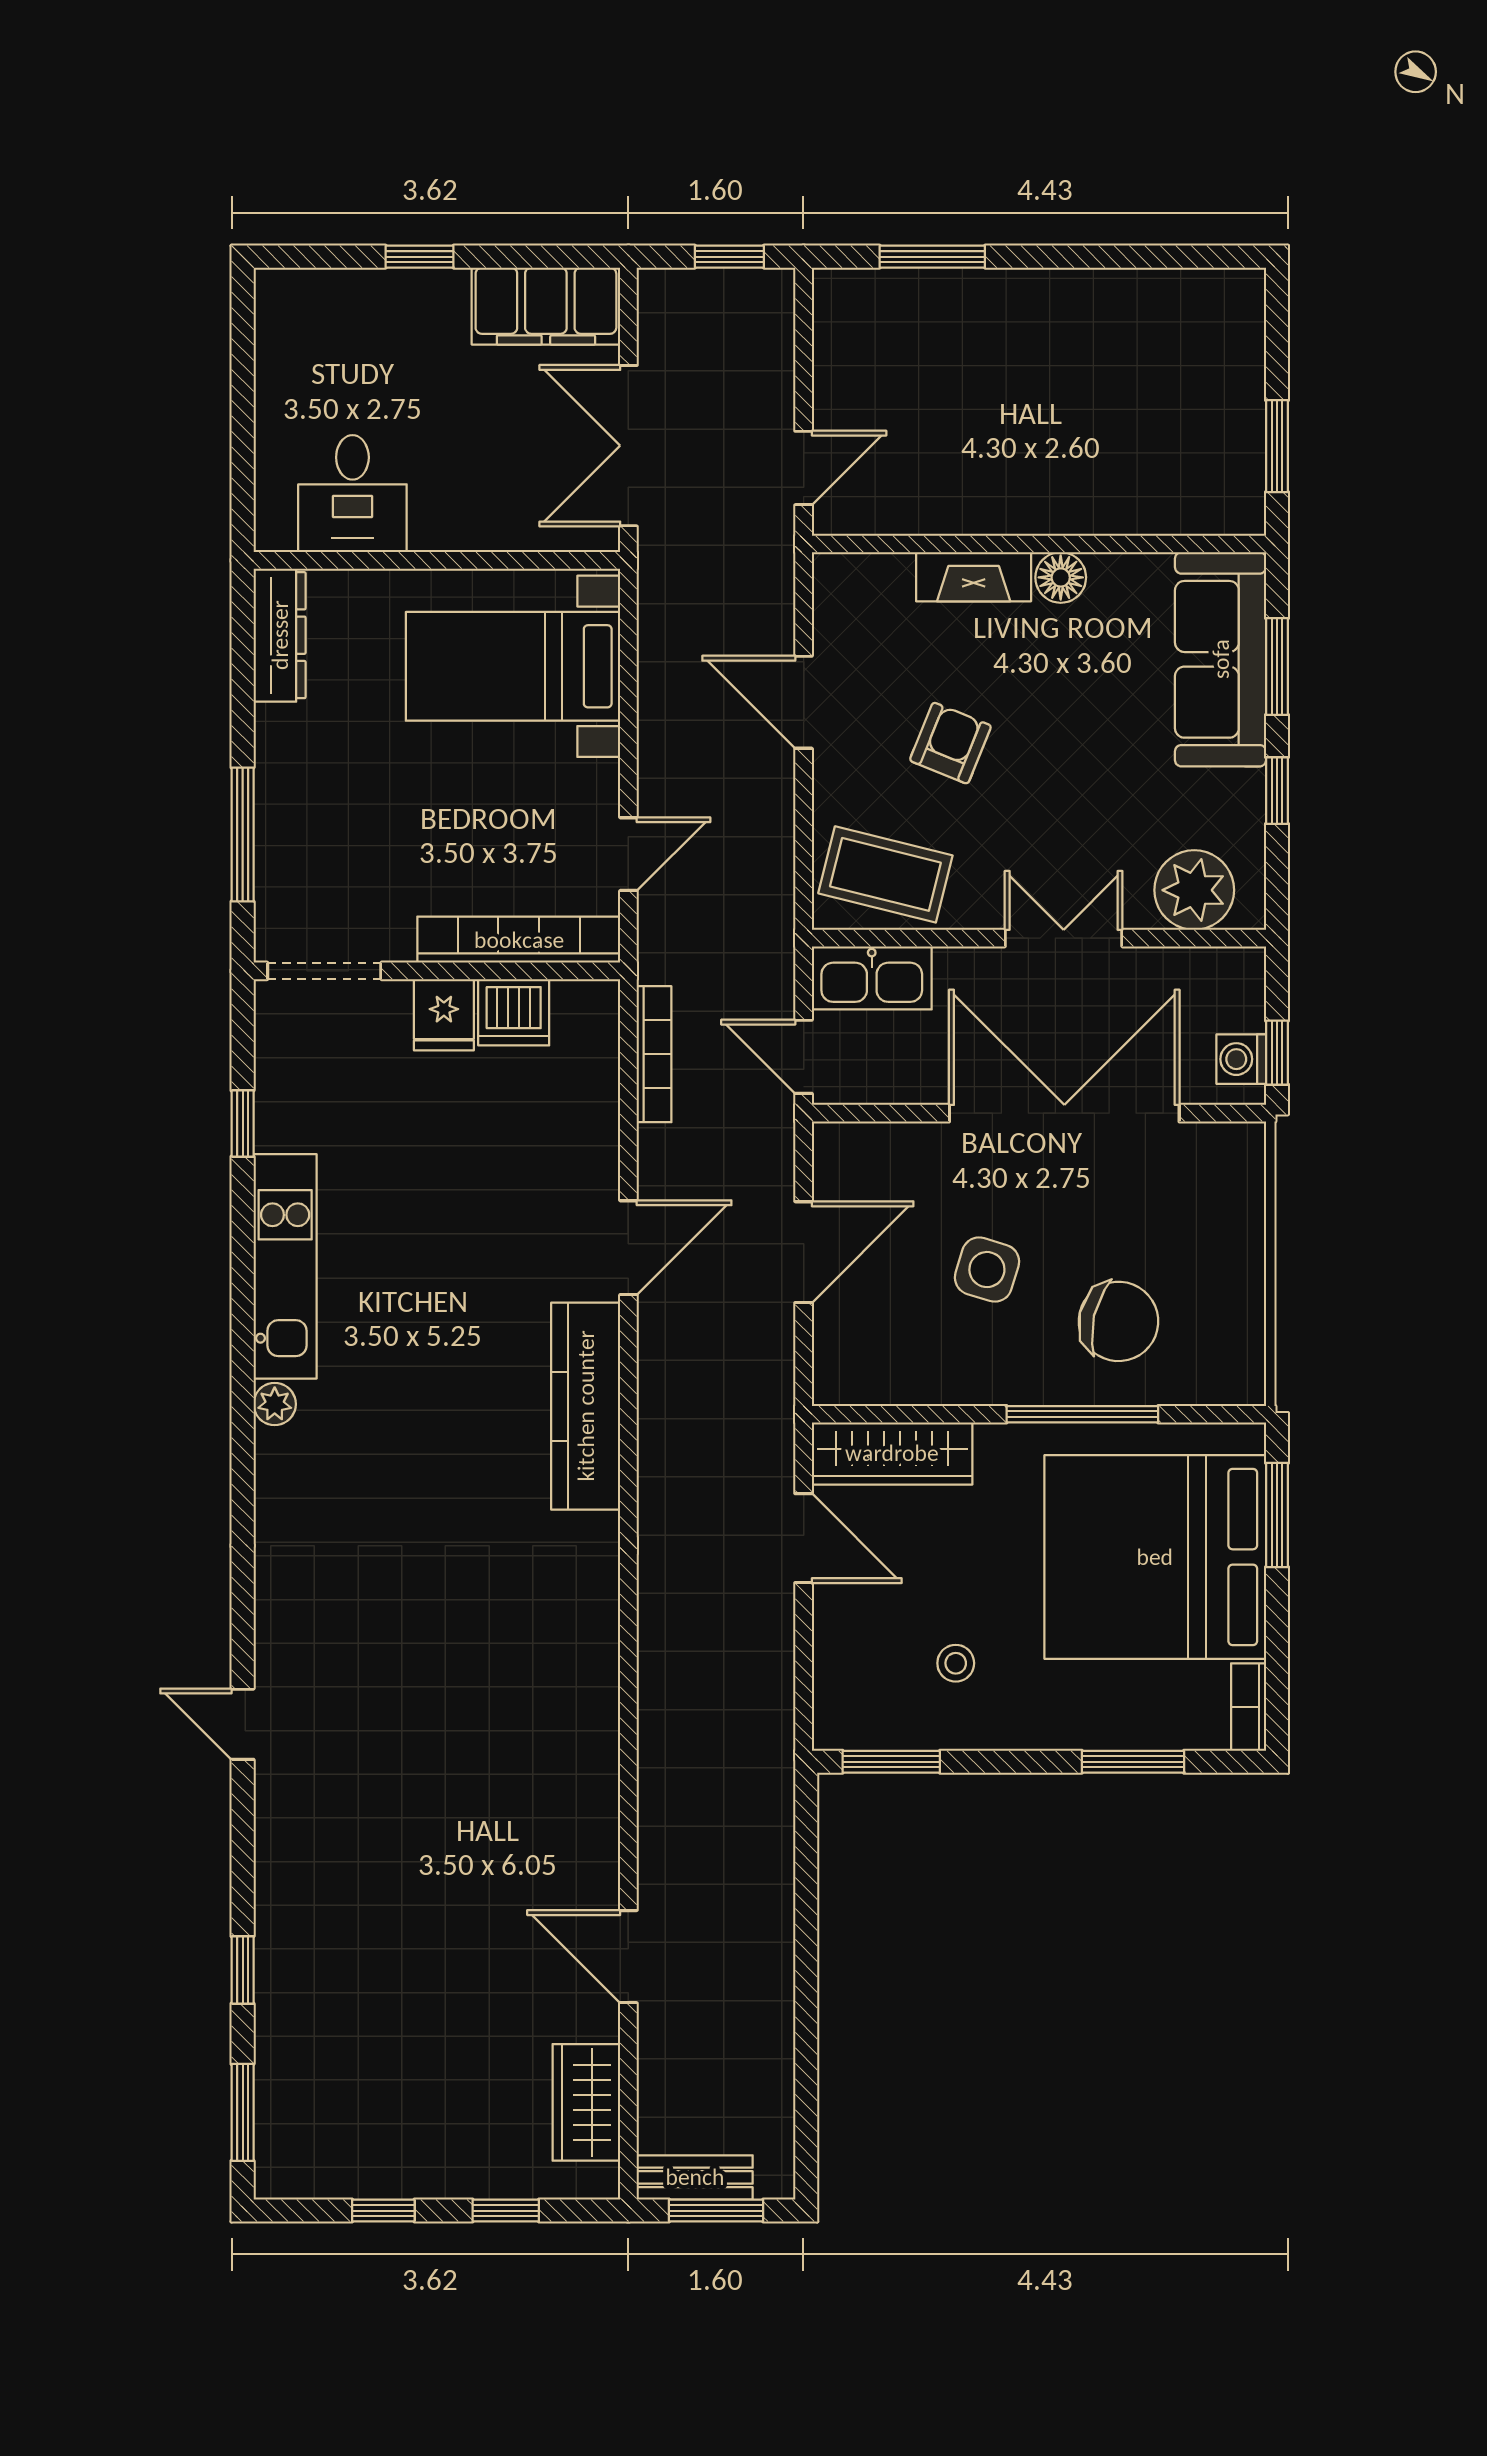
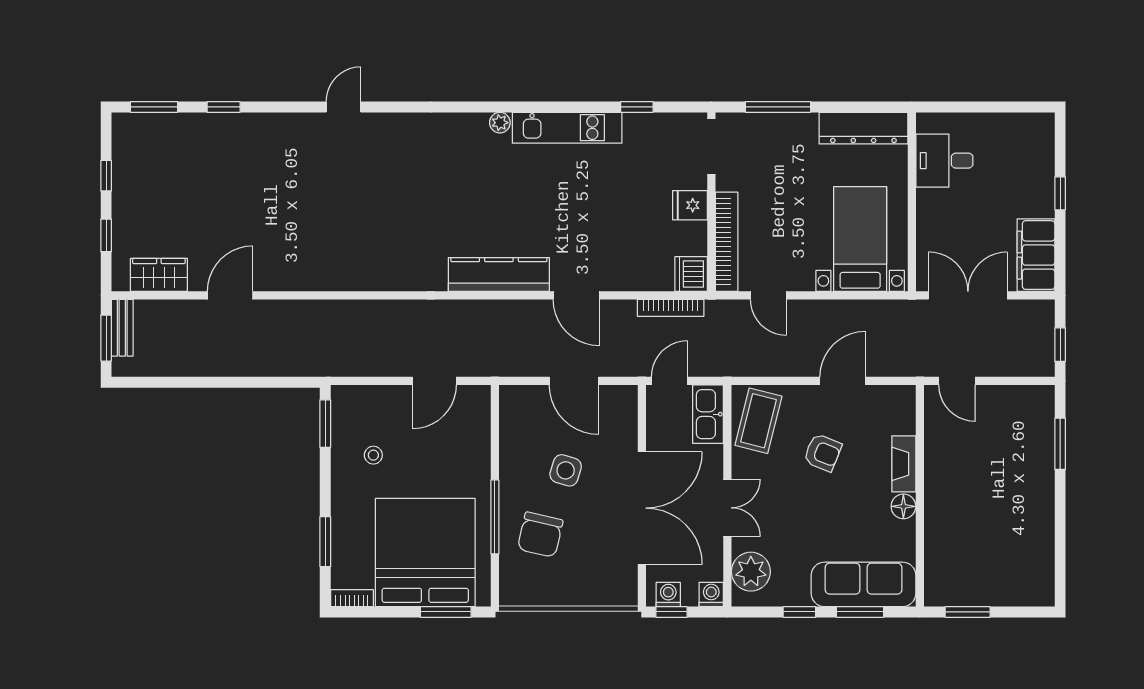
dresser: (280, 635) -> (863, 128), width x1.37, depth x1.24
washing machine: (1241, 971) -> (711, 594), added
dishwasher: (514, 1012) -> (691, 274), moved
wardrobe: (892, 1453) -> (476, 424), removed

